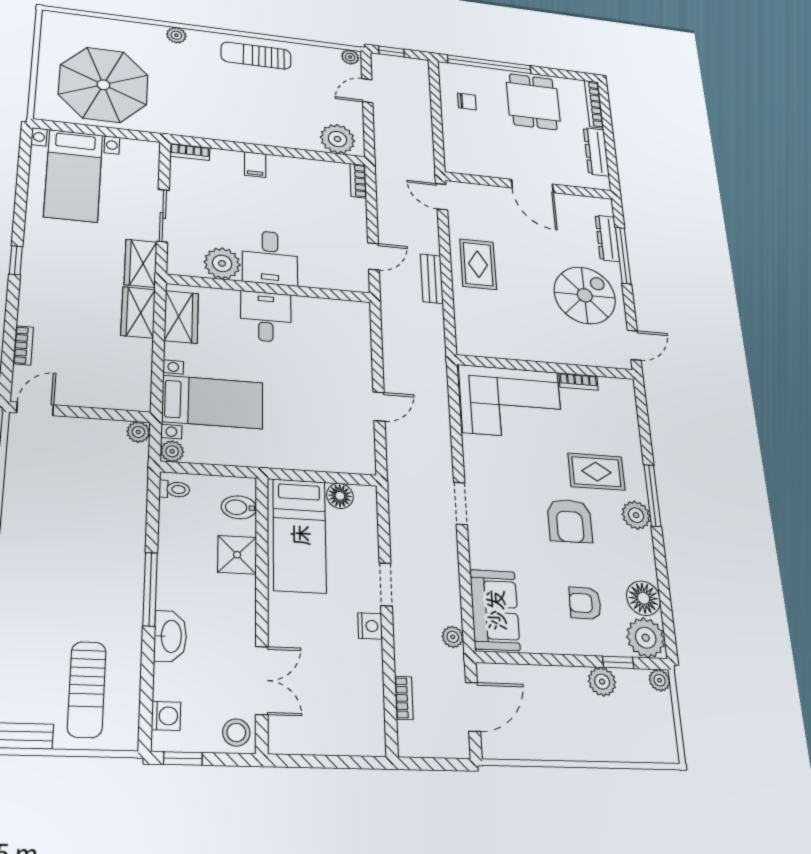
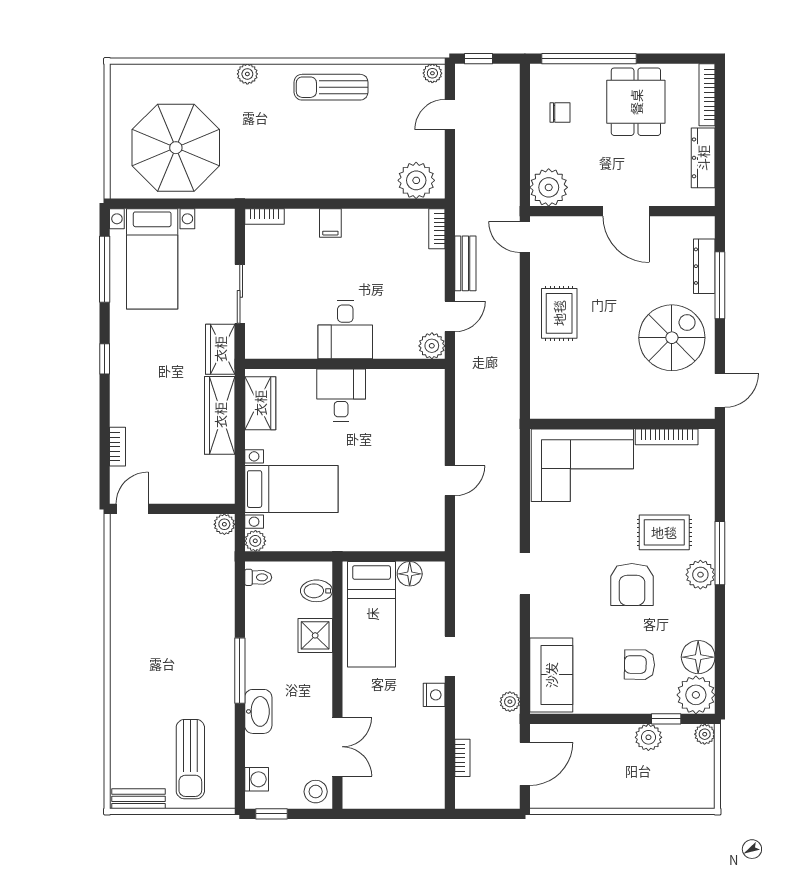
plant: (461, 159) -> (549, 187), added
window: (23, 179) -> (105, 269), added
plant: (222, 263) -> (432, 346), moved, width x0.73, depth x0.73
bench: (432, 279) -> (465, 263), moved
wardrobe: (138, 312) -> (220, 415), width x1.50
bookcase: (579, 382) -> (667, 437), width x1.56

